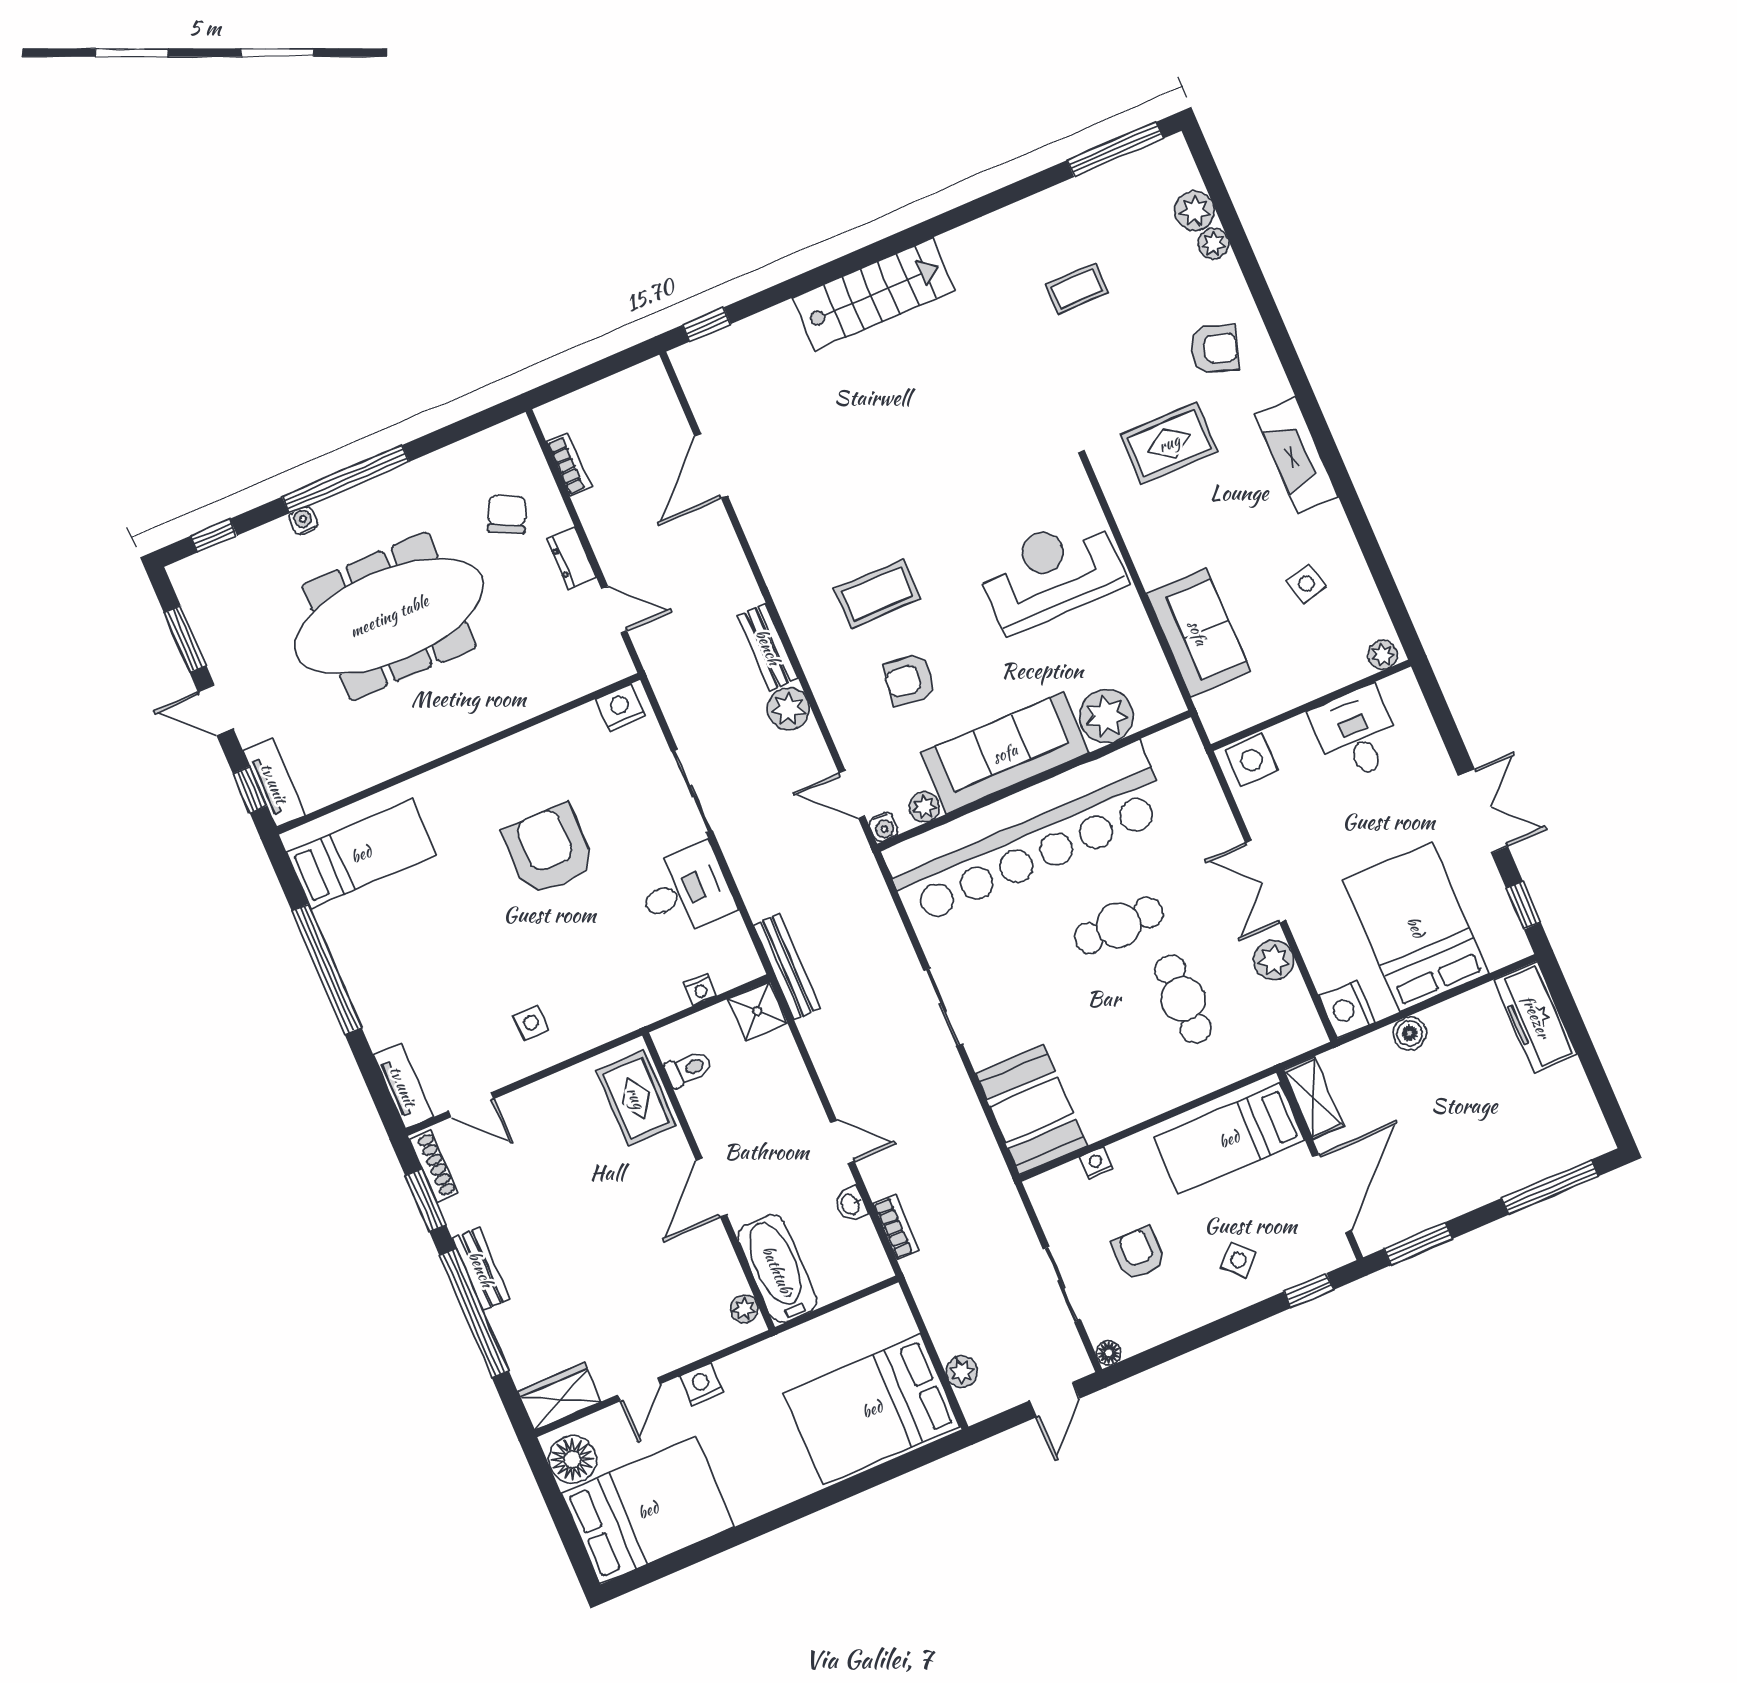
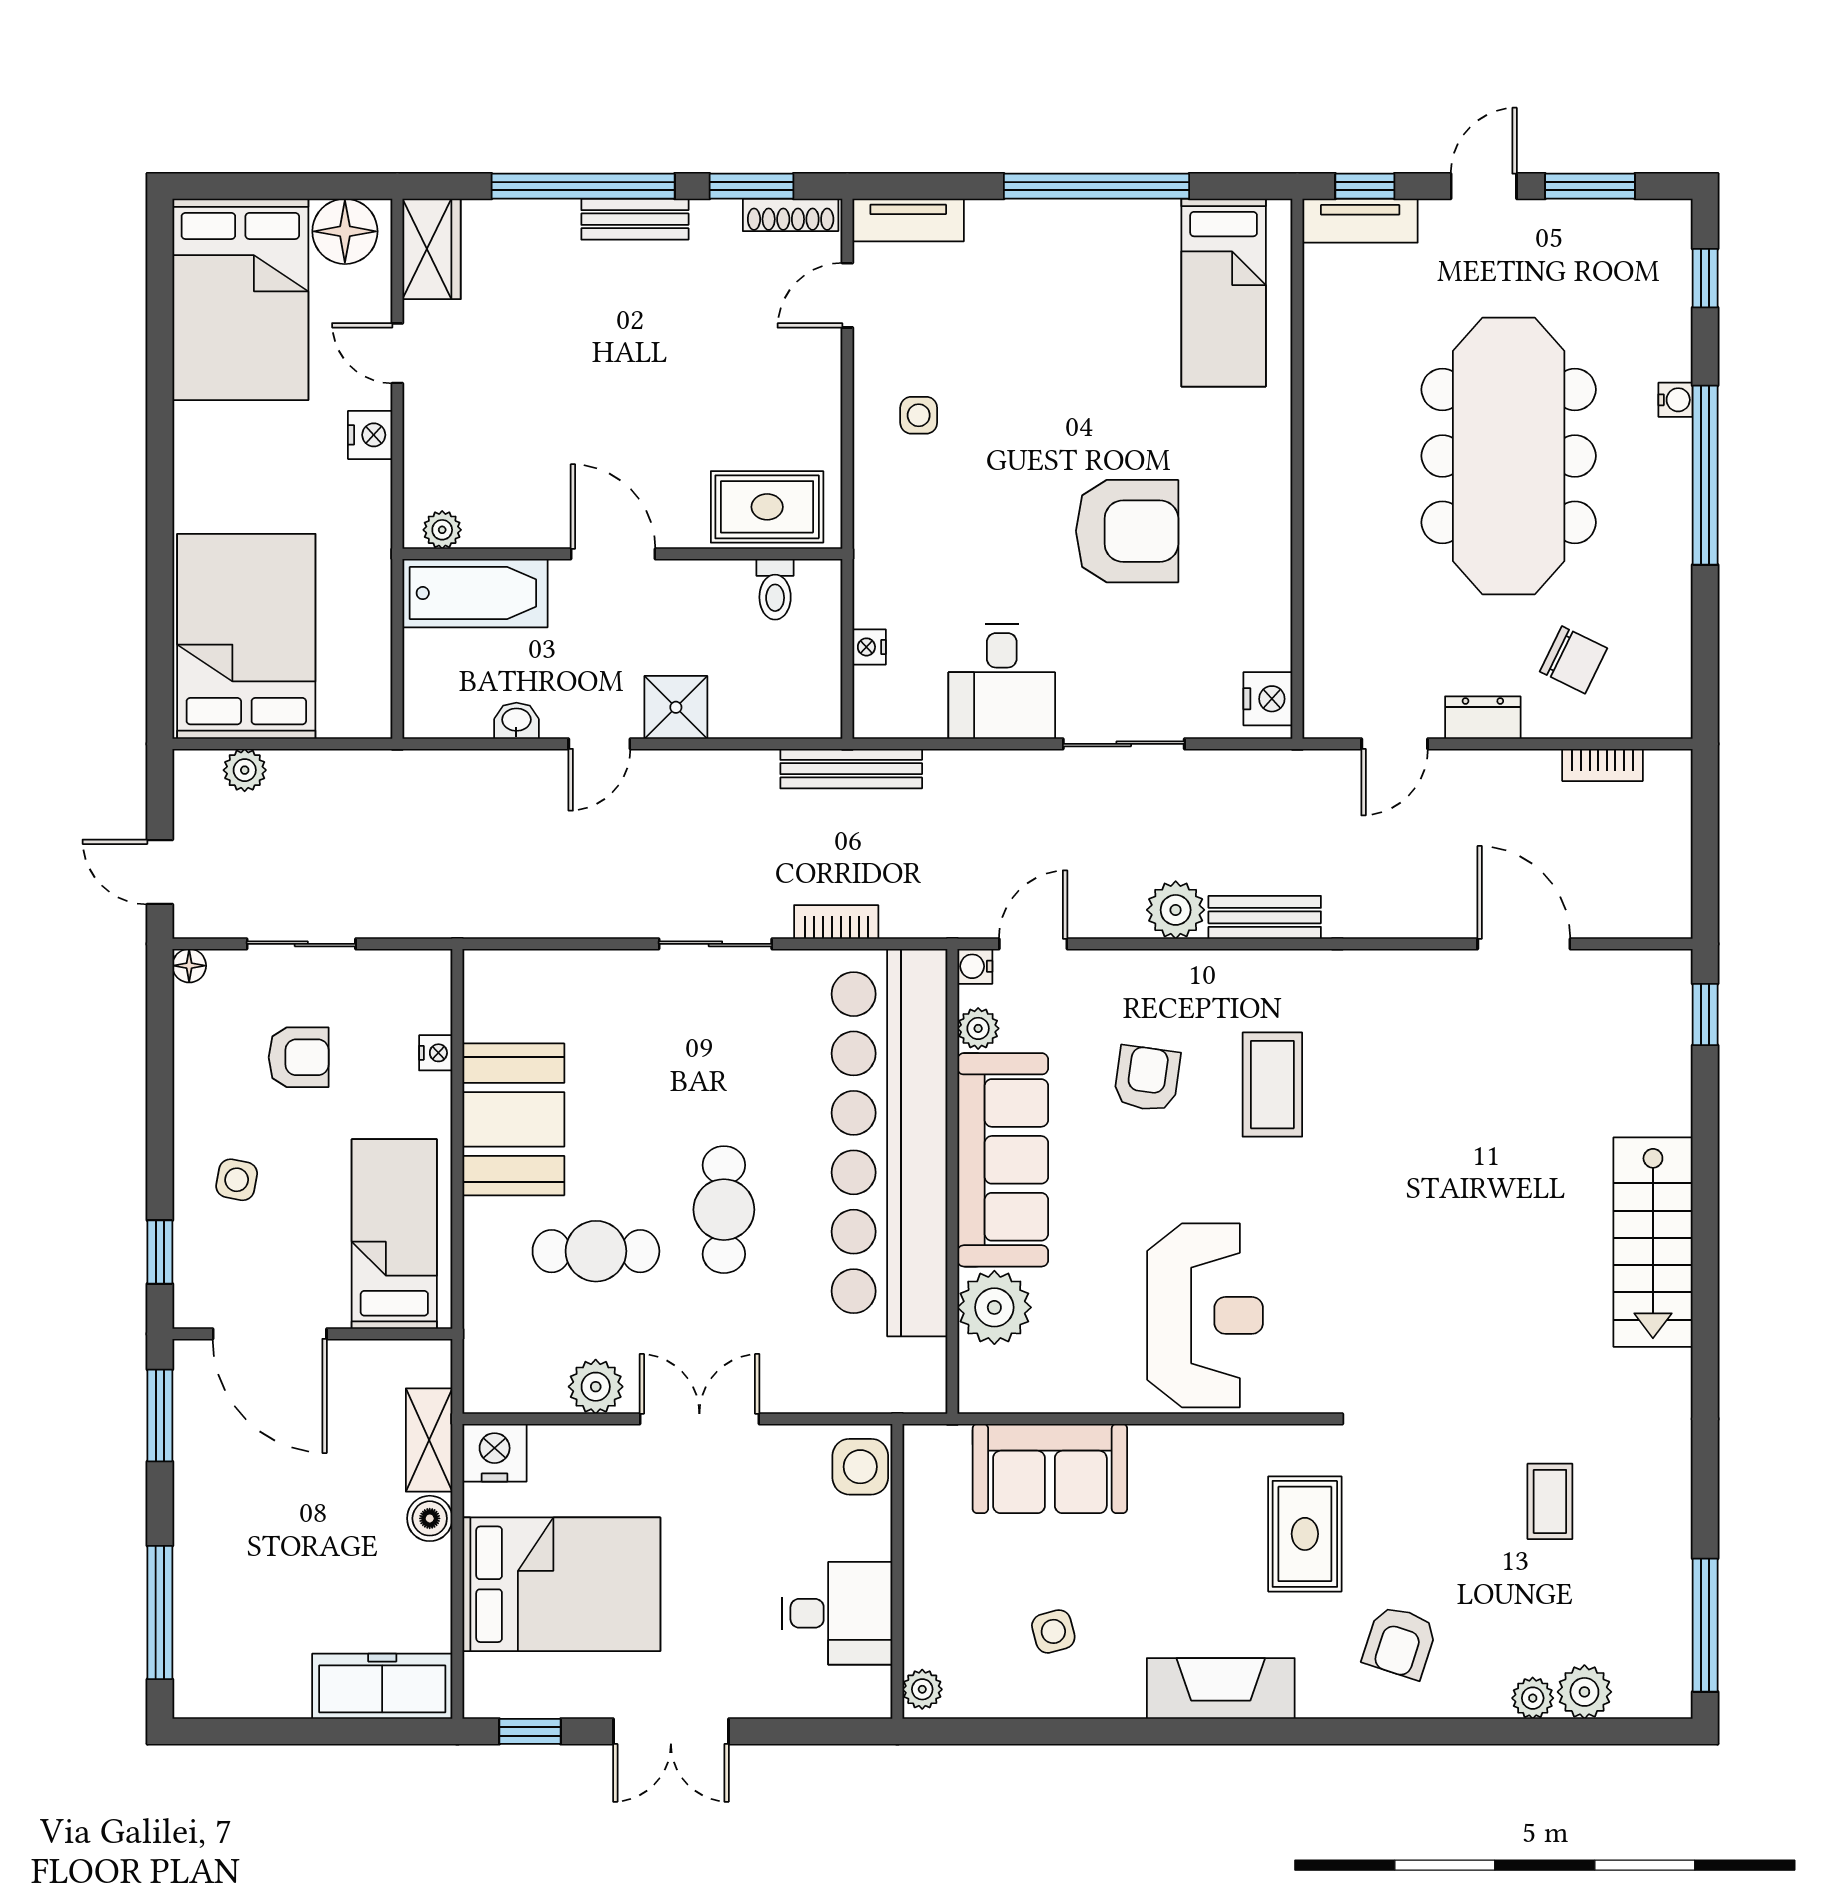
shower: (757, 1011) -> (676, 707), moved
shelving: (1313, 1098) -> (429, 1440), moved, turned 90
booth: (1031, 1110) -> (513, 1119), moved, turned 90
bookcase: (896, 1227) -> (836, 922), moved, turned 180
side table: (1238, 1260) -> (237, 1180), turned -35

